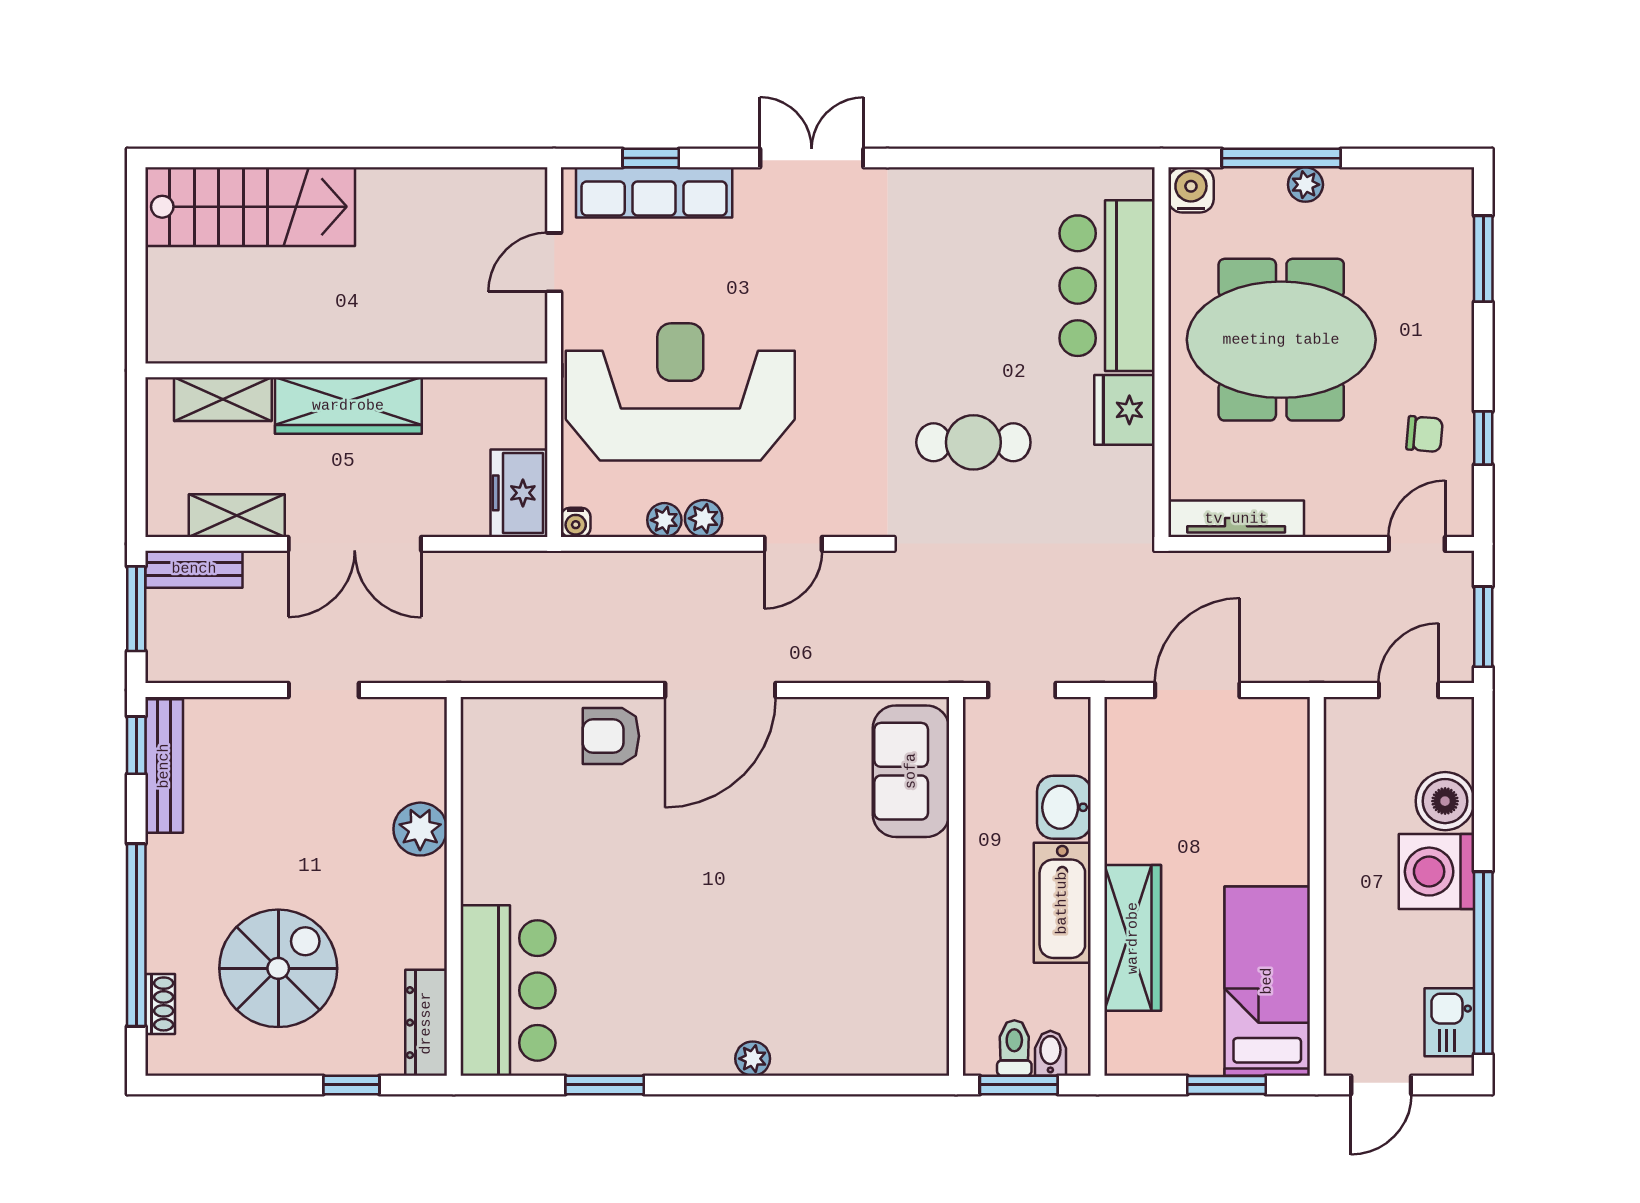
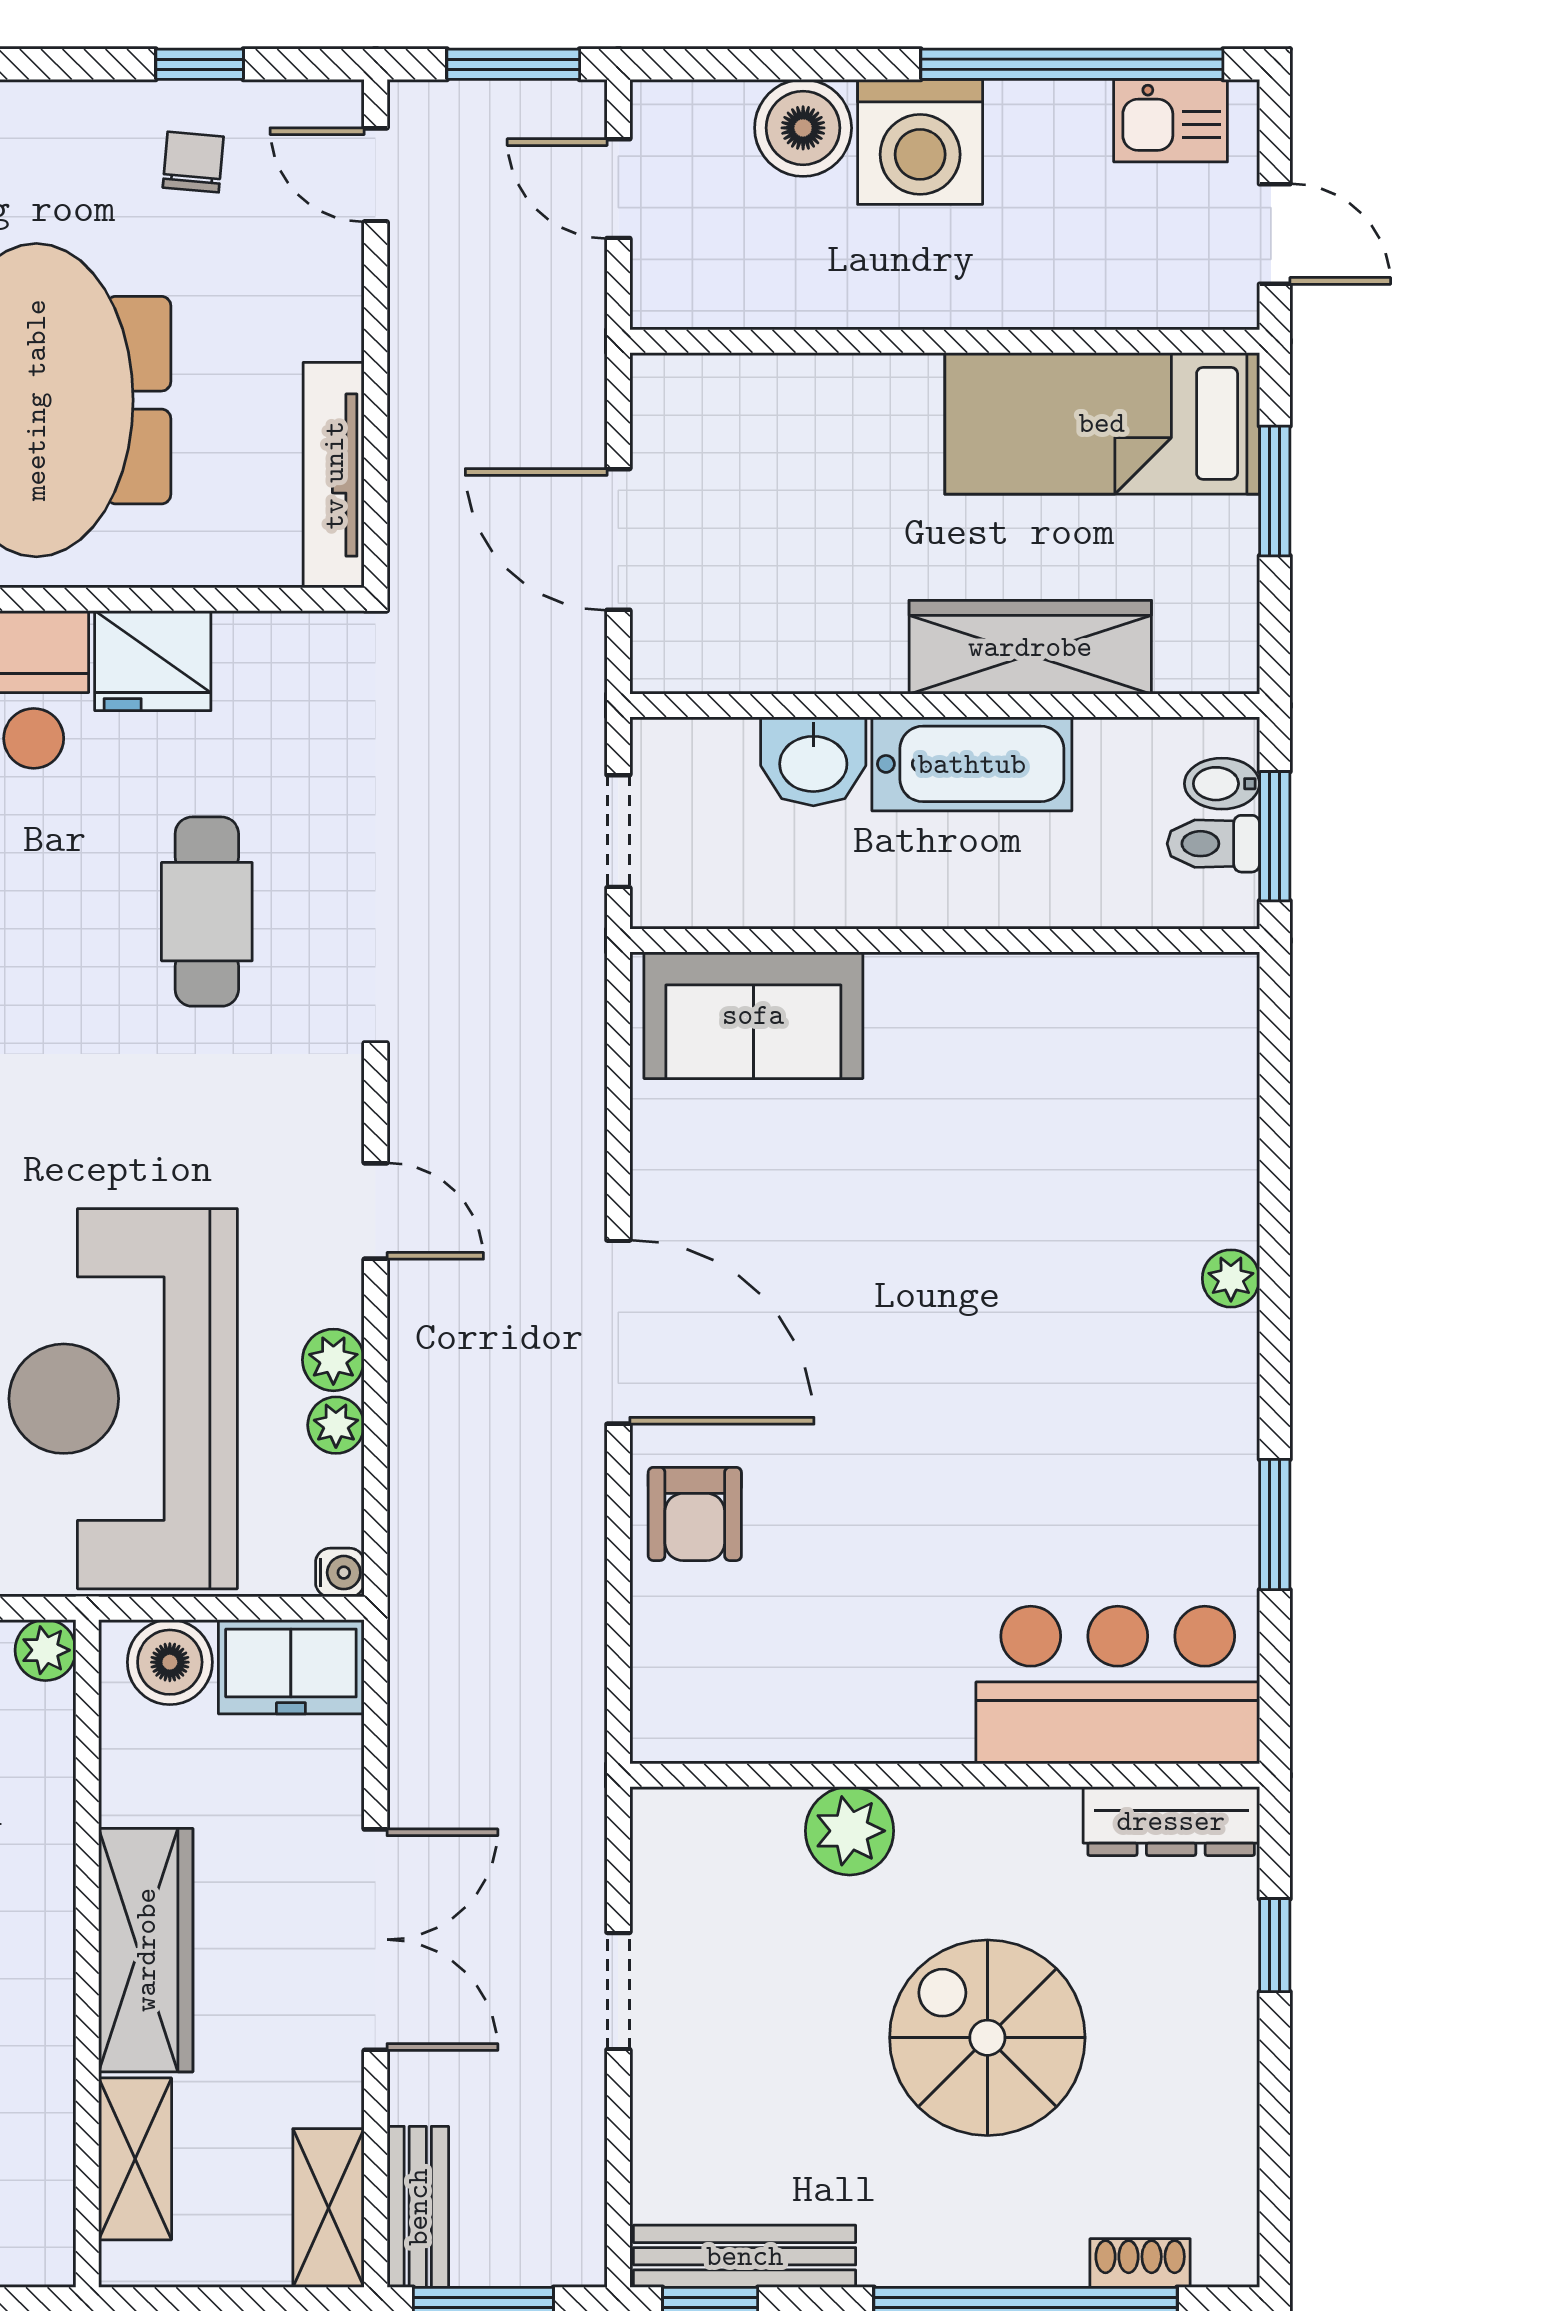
plant: (529, 345) -> (45, 1650), added
boiler: (522, 420) -> (170, 1662), added
shelving: (237, 516) -> (329, 2208), moved
spiral stairs: (278, 968) -> (987, 2038), moved

